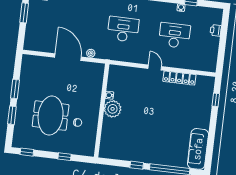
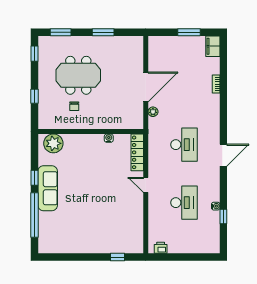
printer: (216, 30) -> (161, 248), moved
door: (155, 67) -> (146, 185), swing flipped
locker: (179, 78) -> (137, 152), moved
plant: (113, 109) -> (53, 143), moved
window: (12, 115) -> (61, 32), moved
sofa: (198, 149) -> (48, 188), moved, turned 90

